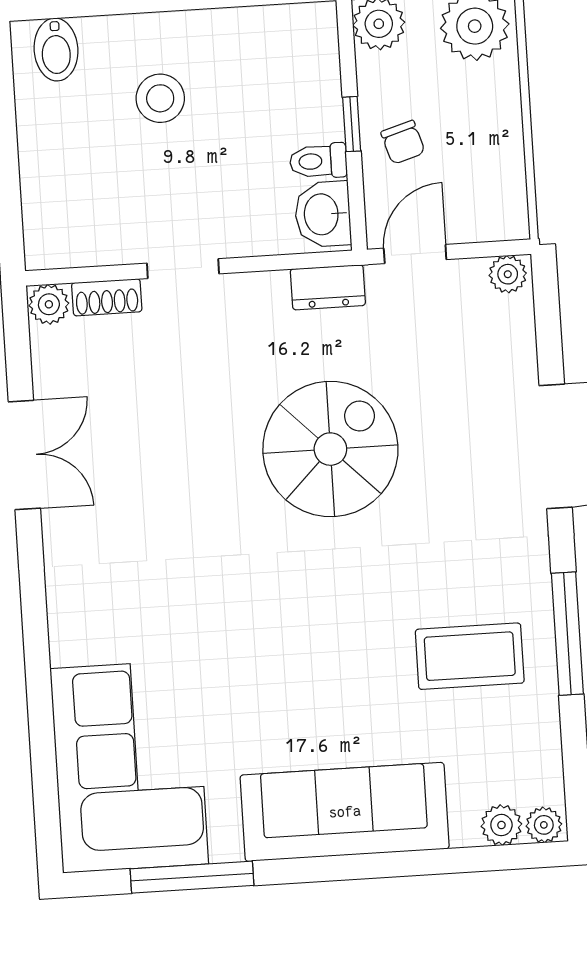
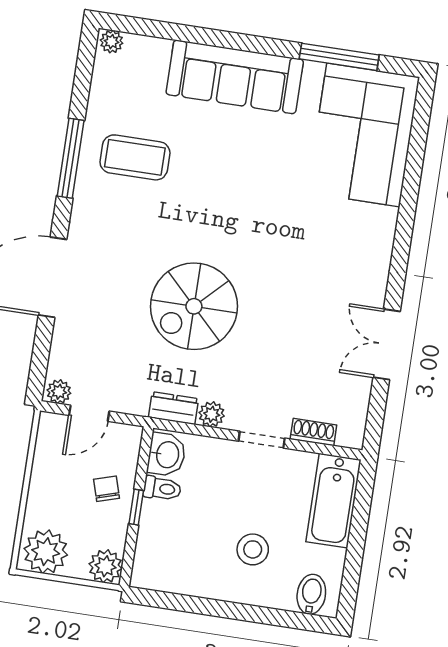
bathtub: (53, 199) -> (333, 501), added
door: (415, 254) -> (89, 413), moved
plant: (49, 304) -> (212, 414), moved
plant: (501, 825) -> (138, 47), removed

